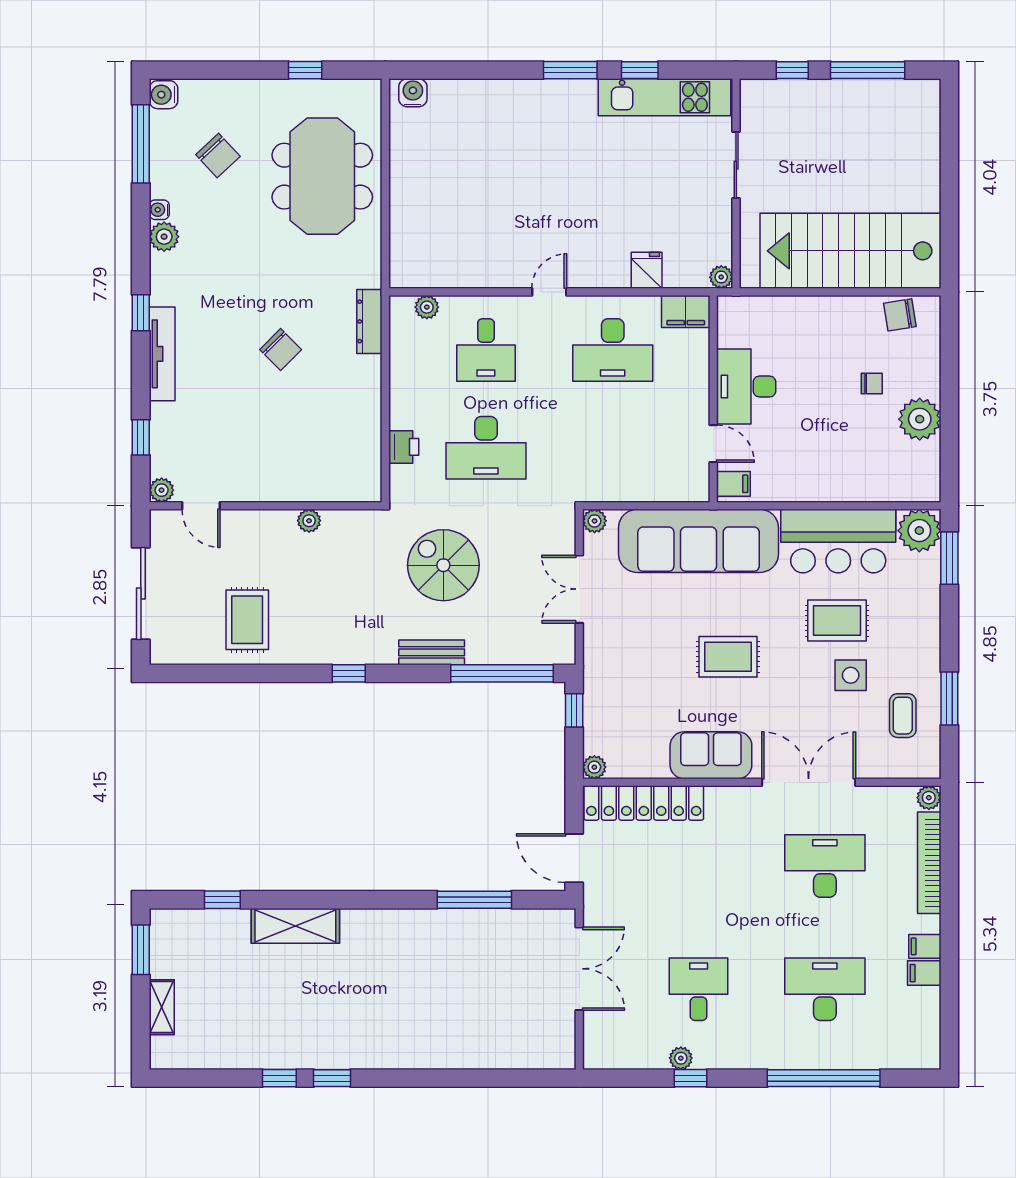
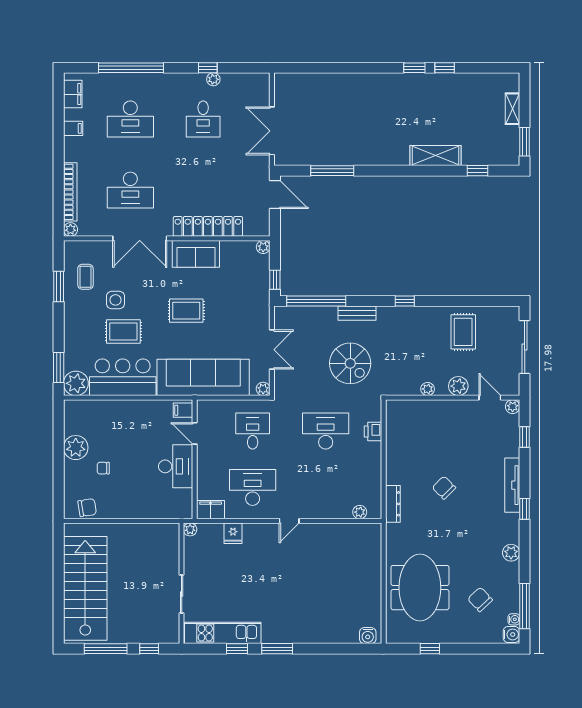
water cooler: (159, 210) -> (514, 619), moved
stairs: (850, 251) -> (85, 588), moved, turned -90
desk: (486, 350) -> (253, 431), moved
plant: (256, 526) -> (458, 386), added
locker: (644, 803) -> (208, 226), moved
filing cabinet: (925, 946) -> (73, 94), moved, width x2.00

